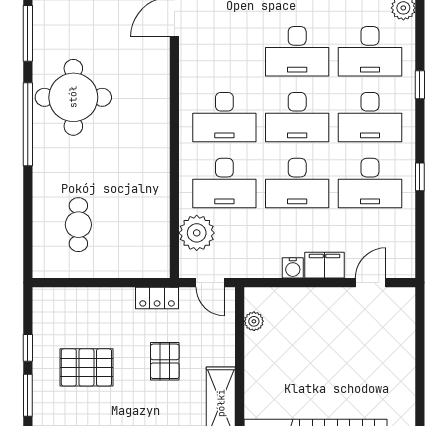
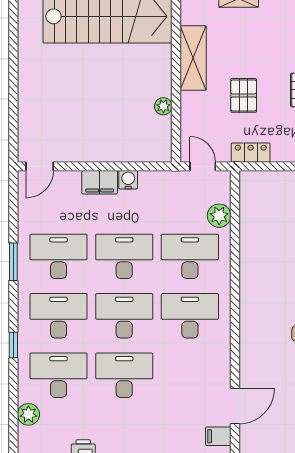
window: (420, 177) -> (13, 262), width x1.50
plant: (197, 233) -> (219, 216), width x0.73, depth x0.73
door: (371, 283) -> (40, 166), moved
plant: (254, 321) -> (163, 106), moved

